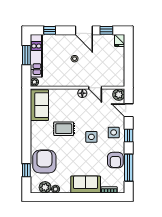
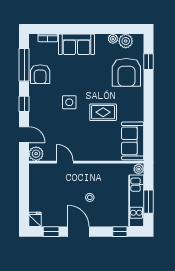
floor lamp: (82, 93) -> (80, 155), removed
side table: (114, 132) -> (42, 108), removed
armchair: (115, 160) -> (40, 74), turned 180

